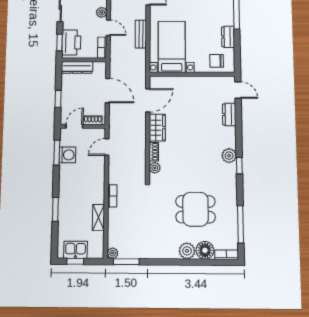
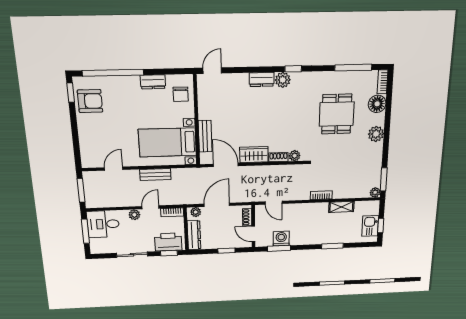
plant: (101, 70) -> (196, 212), added
bench: (177, 82) -> (205, 136), added
dresser: (229, 114) -> (262, 80), moved
plant: (187, 251) -> (376, 134), moved

